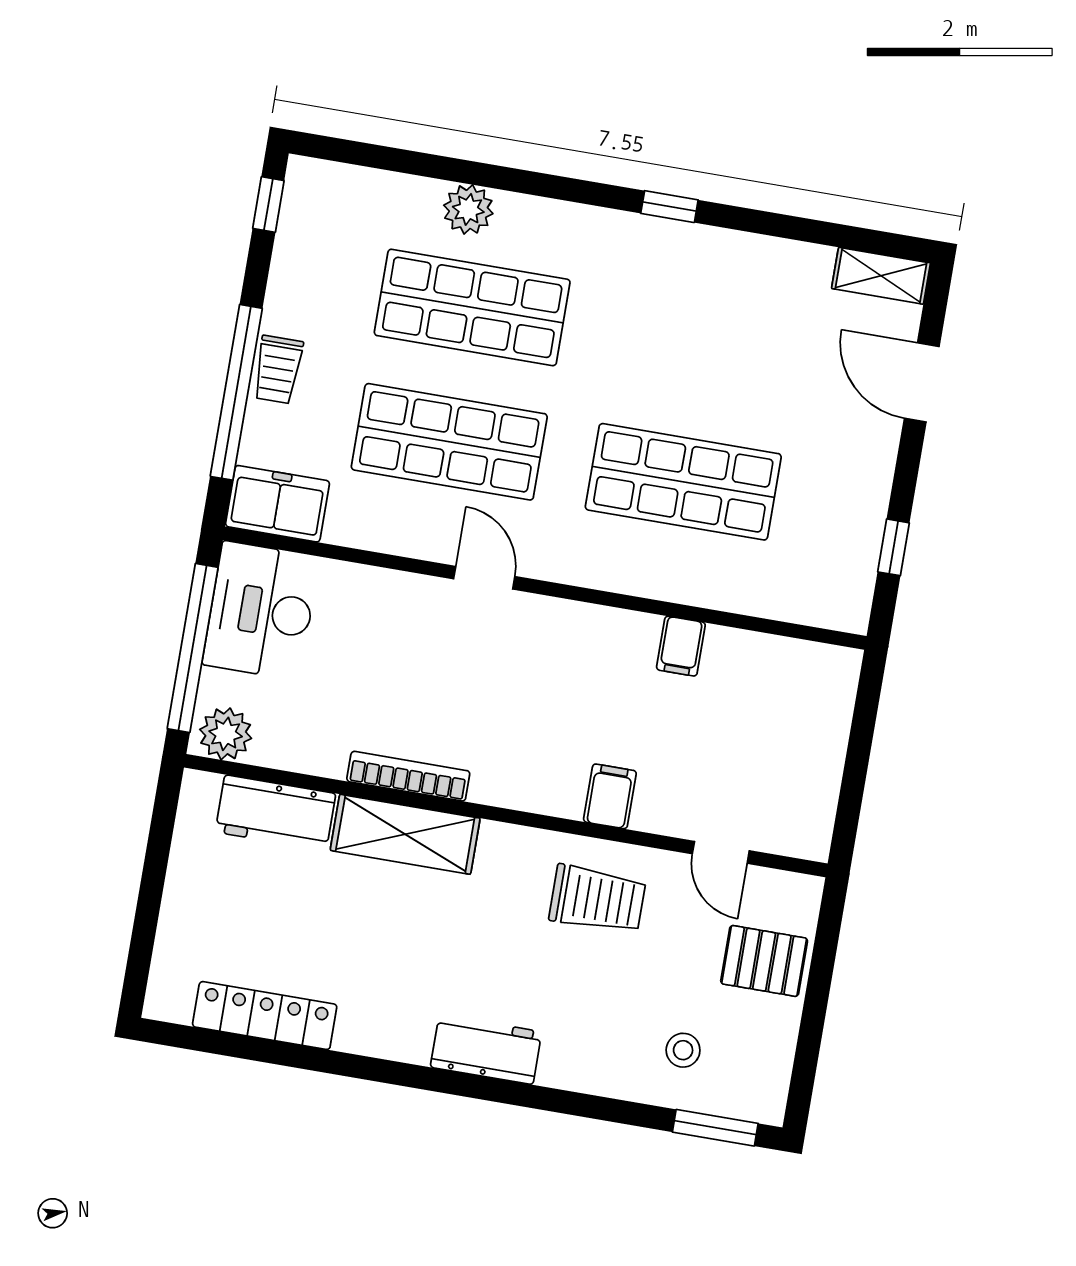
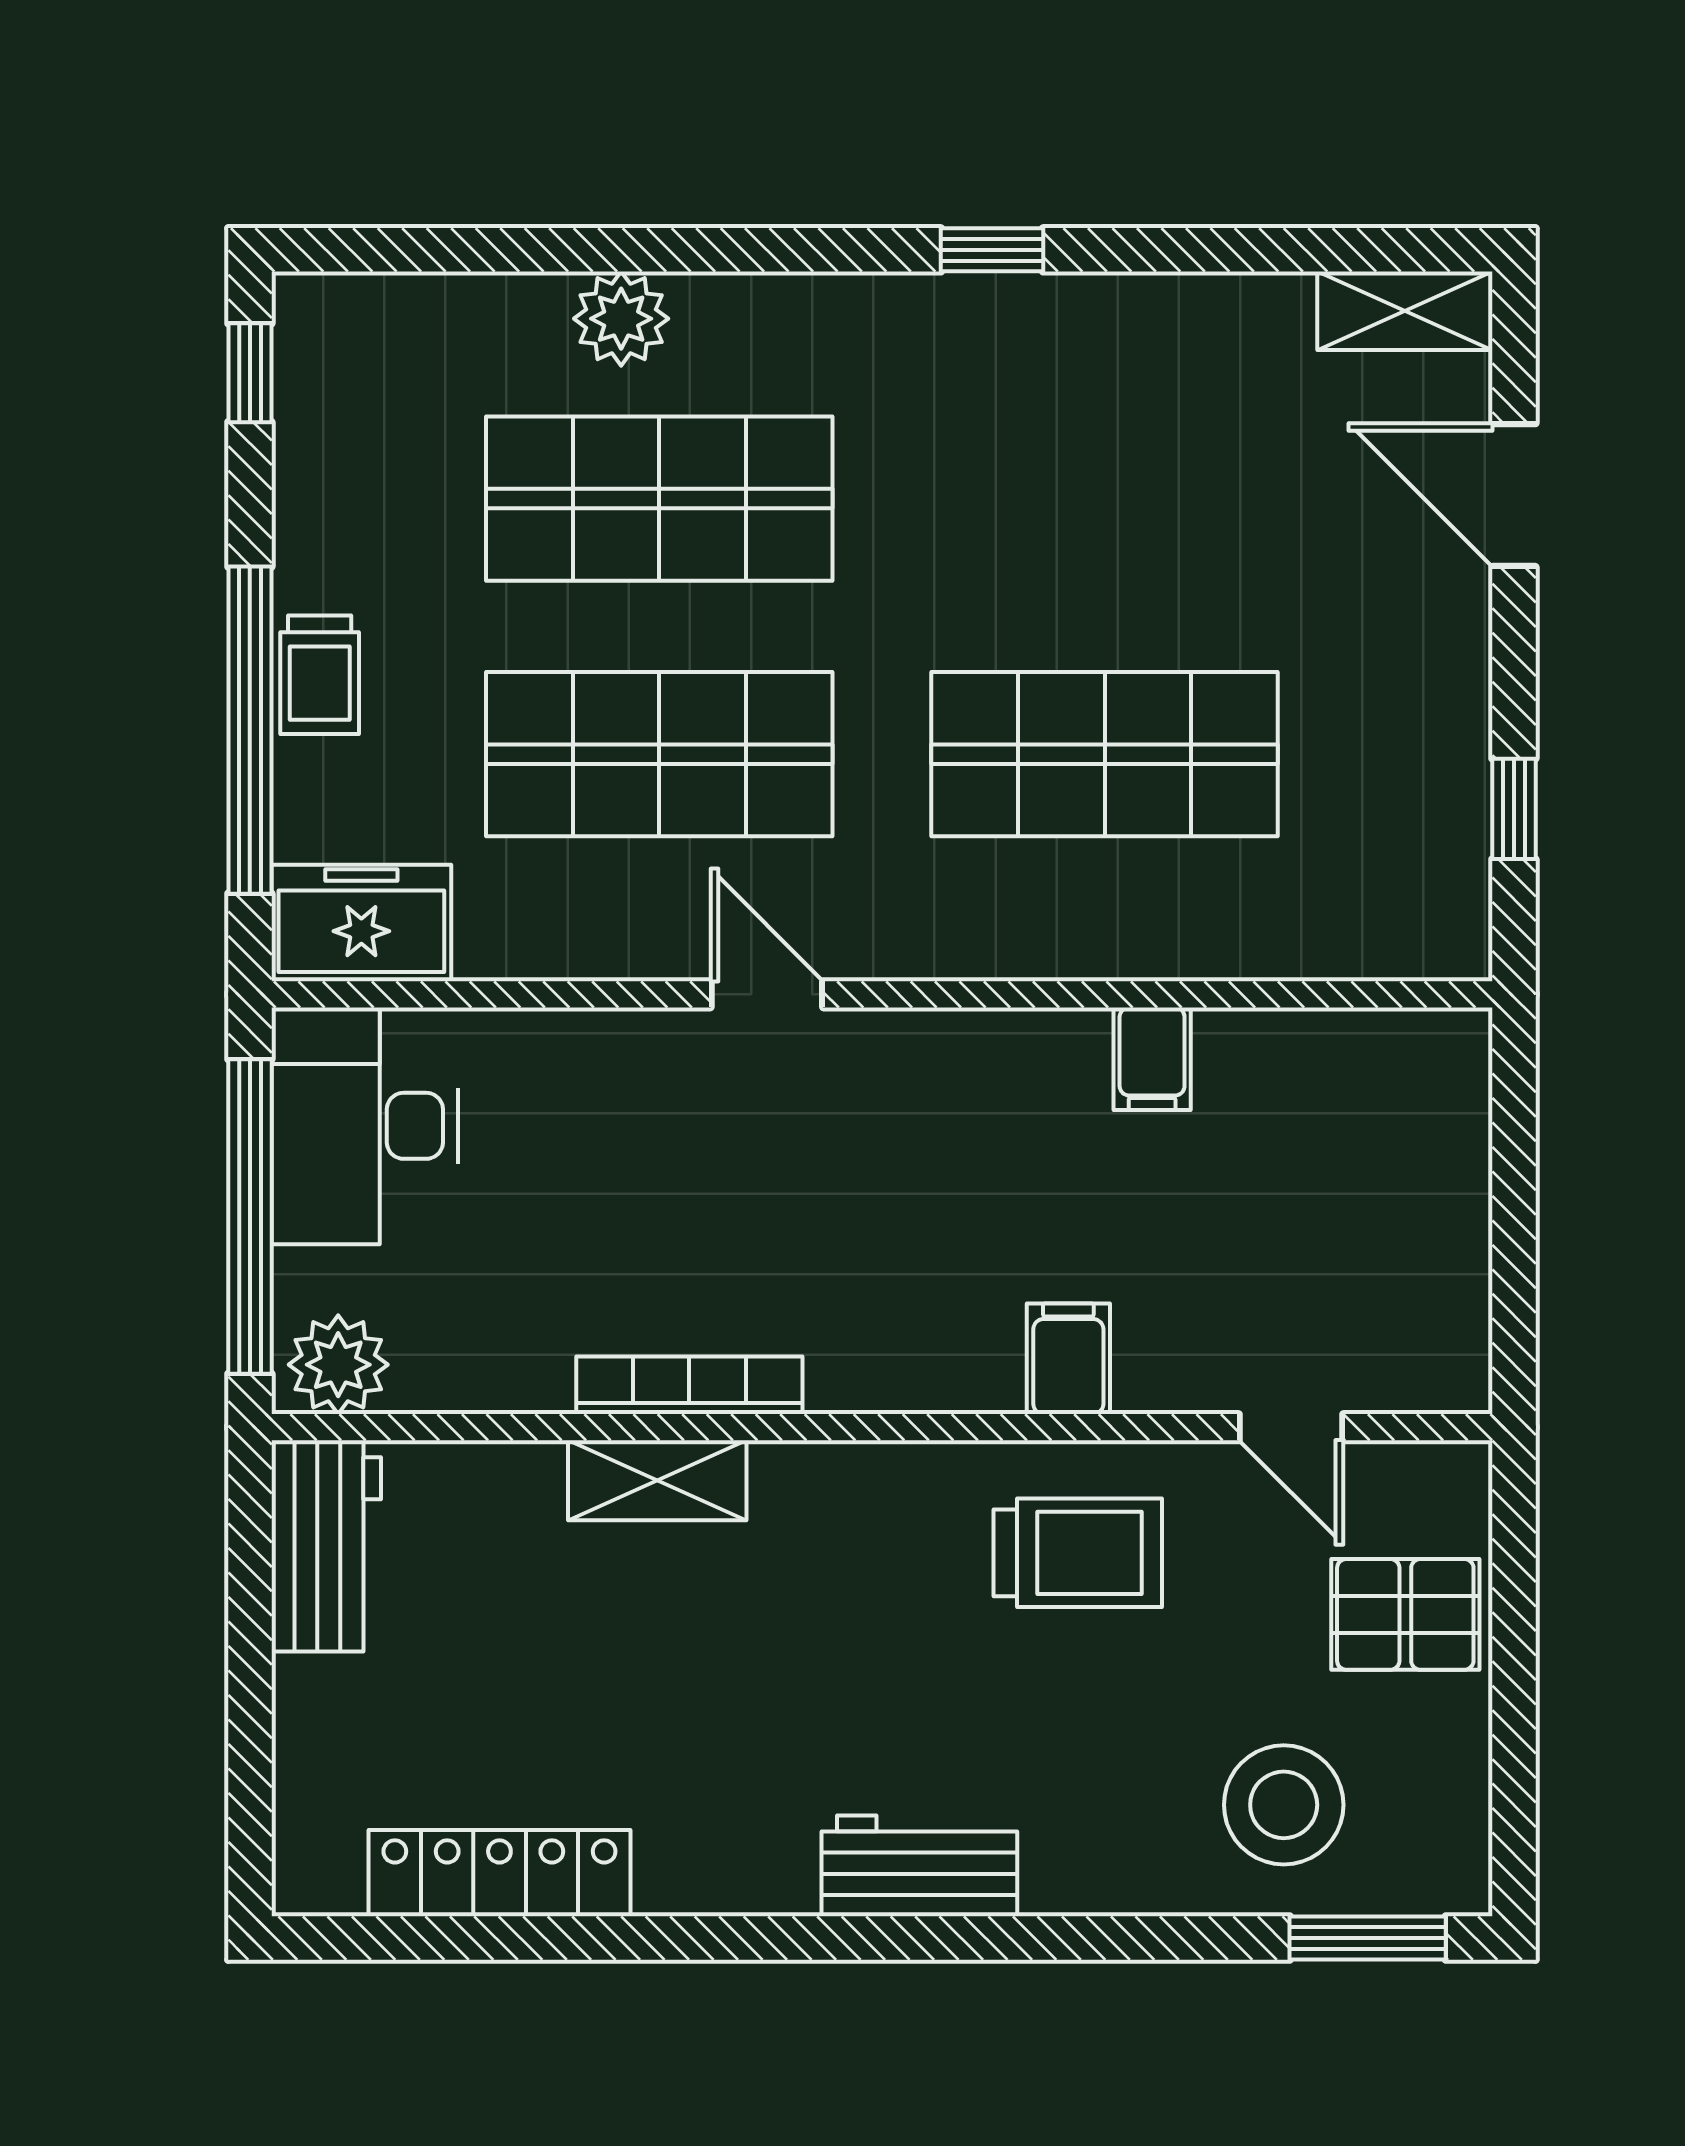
workbench: (276, 813) -> (326, 1546), moved, turned -90
shelving: (405, 834) -> (657, 1480), width x0.67, depth x0.75
stool: (683, 1050) -> (1284, 1805), width x1.89, depth x1.89

